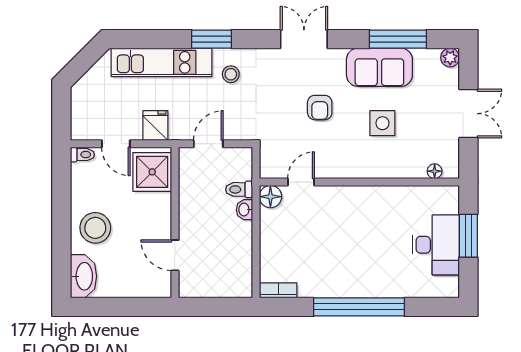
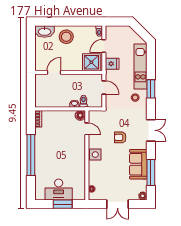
side table: (382, 123) -> (95, 155), moved

